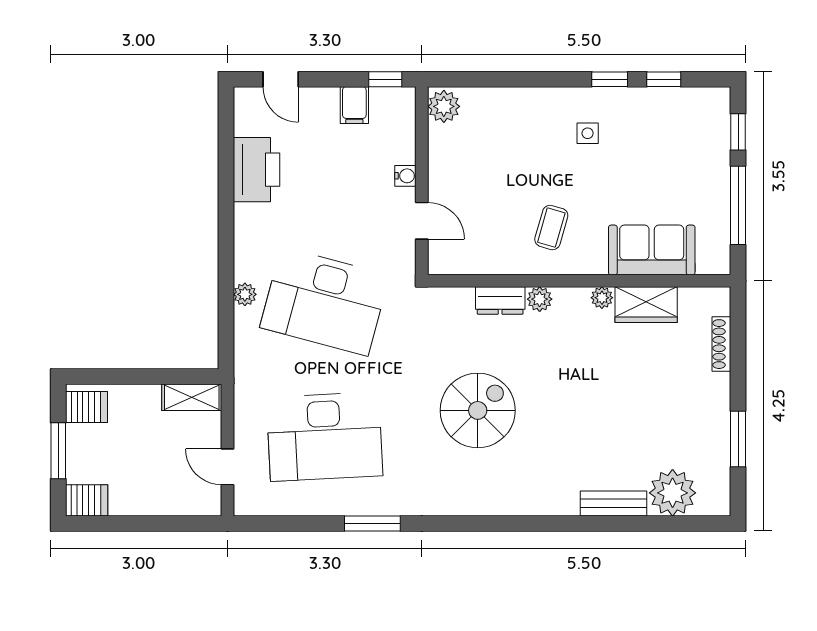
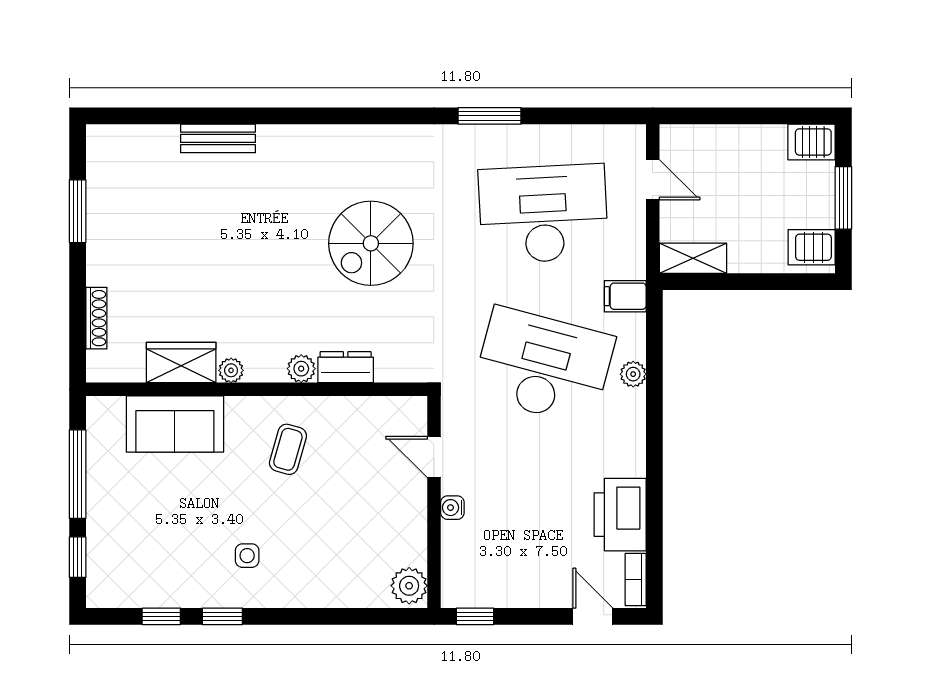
filing cabinet: (354, 105) -> (625, 296), moved, turned -90
bookcase: (243, 112) -> (636, 580), added
plant: (673, 493) -> (151, 151), removed

